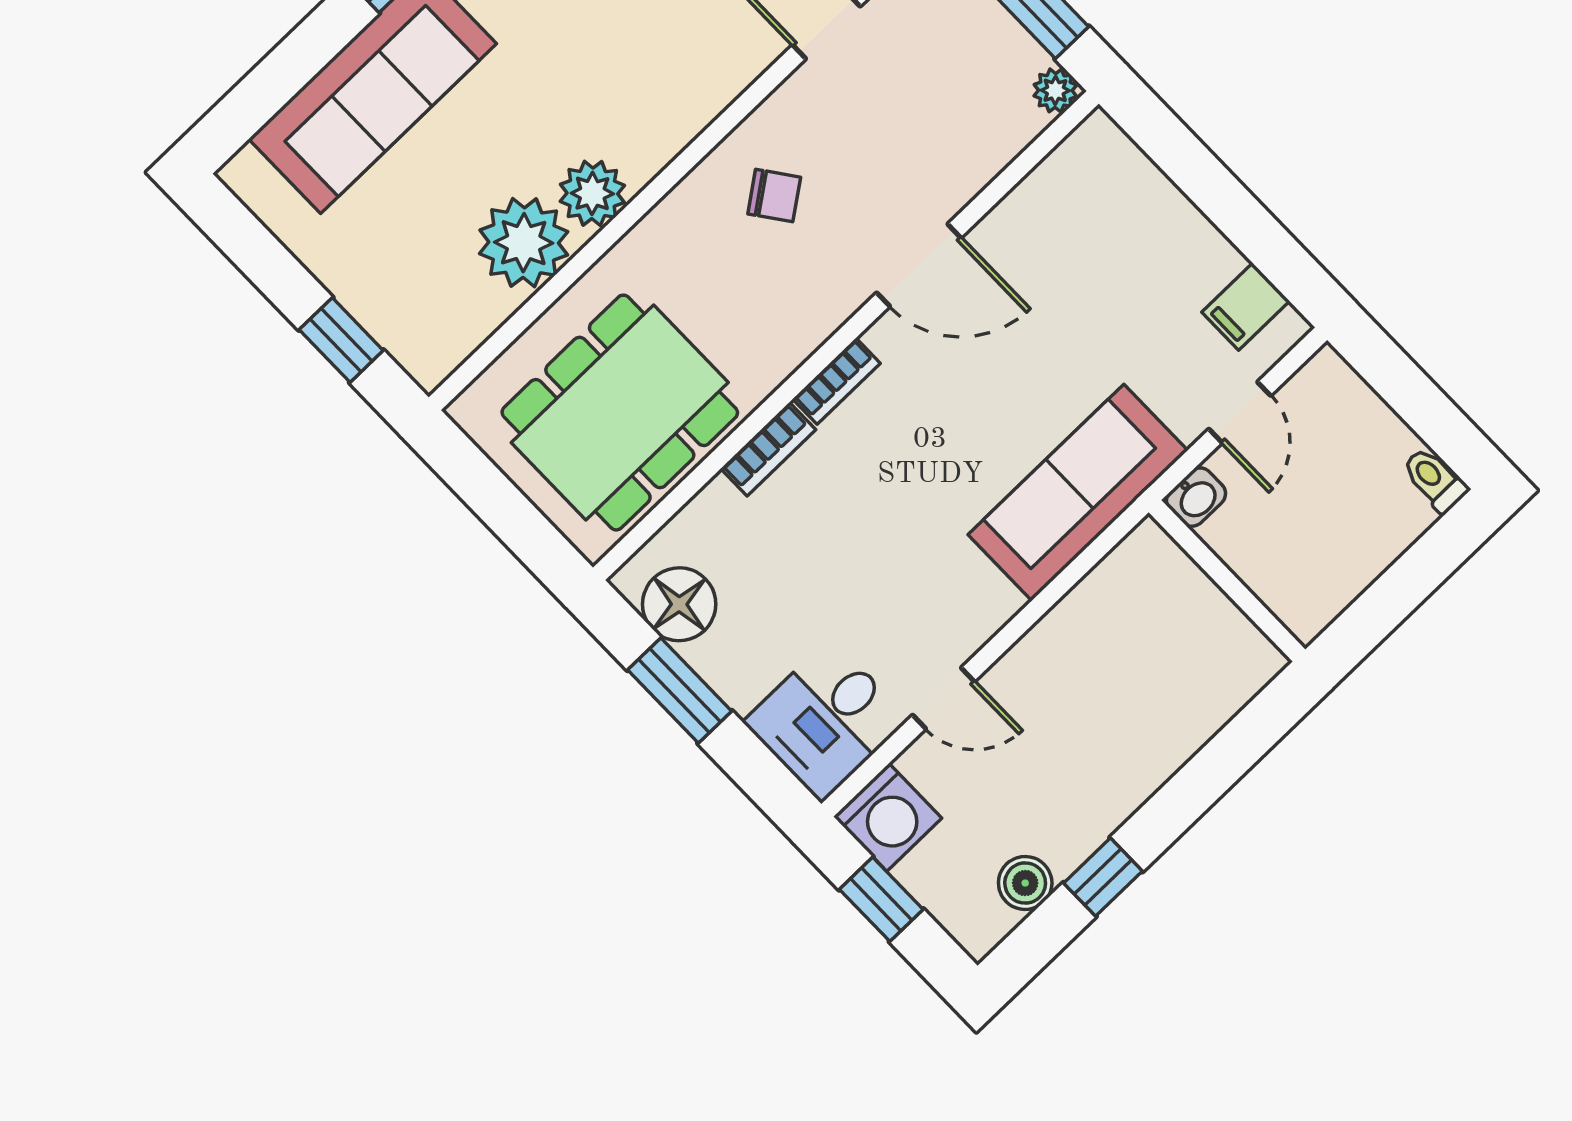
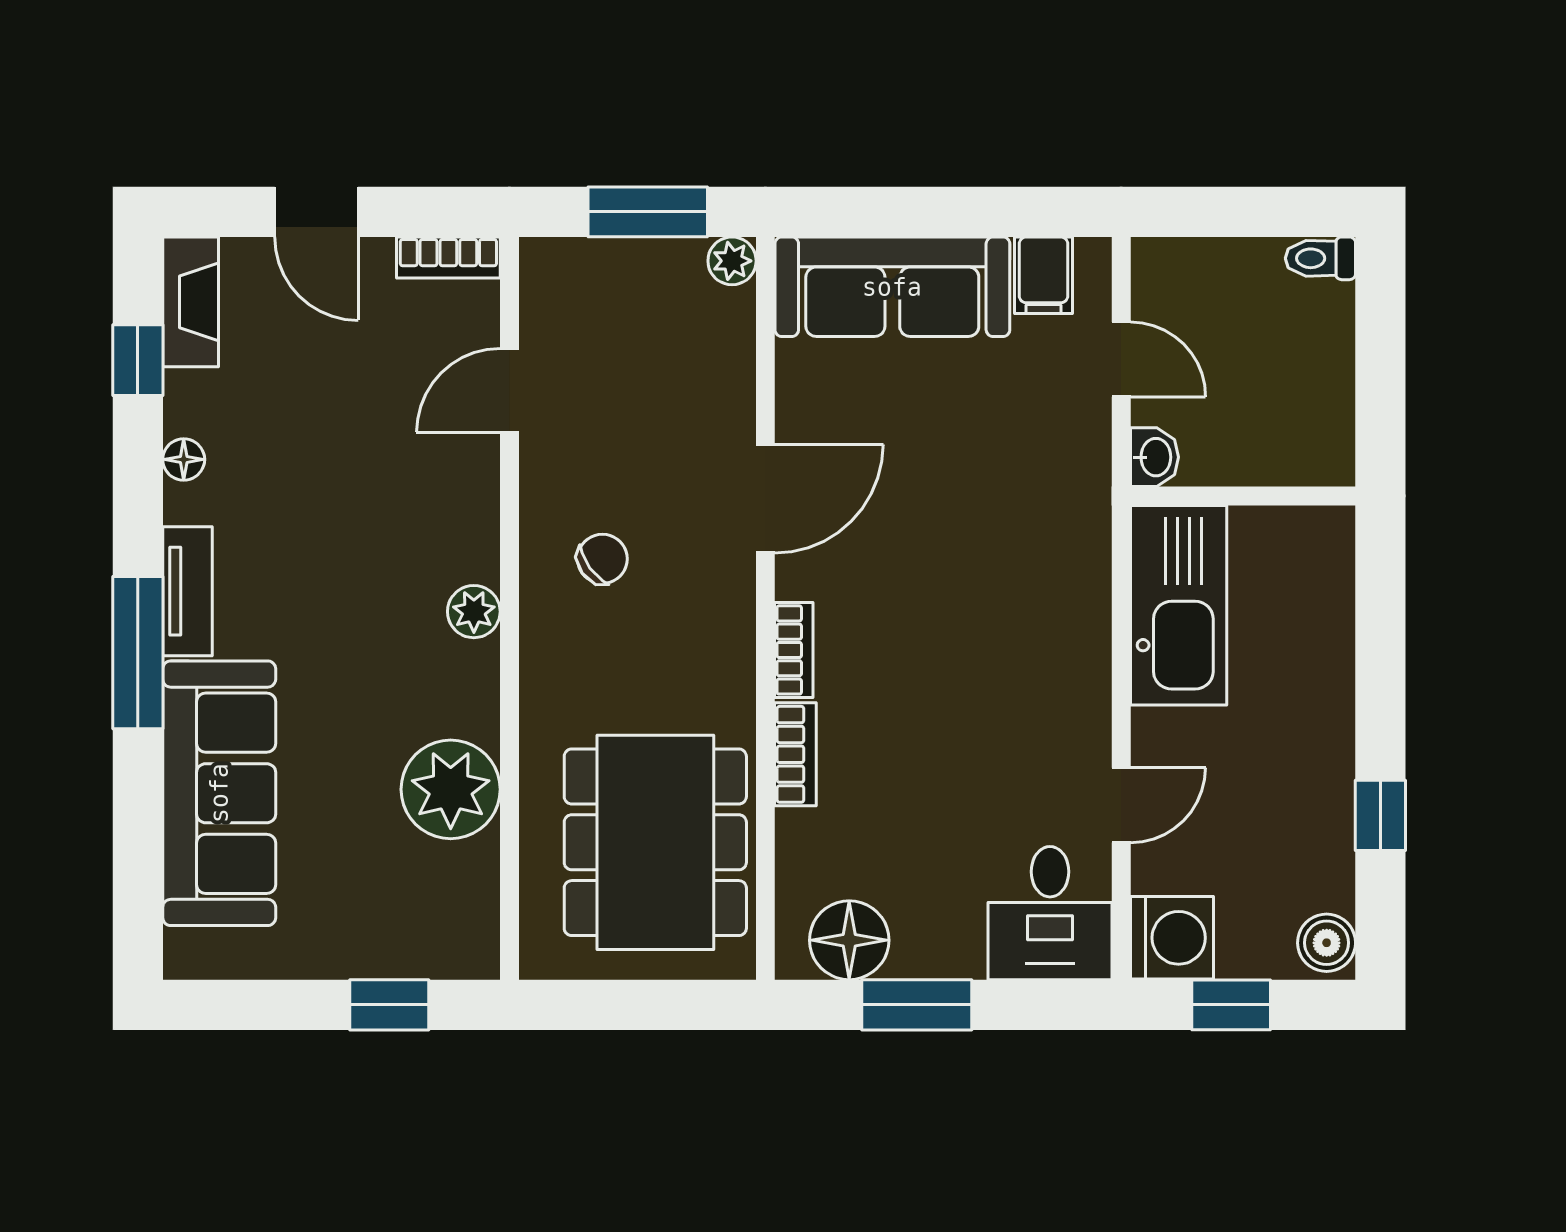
plant: (592, 193) -> (474, 612), moved, width x0.73, depth x0.73
sofa: (1078, 493) -> (892, 287), moved, turned -90
kitchen sink: (1113, 608) -> (1179, 605), added
boiler: (1025, 883) -> (1327, 943), moved

